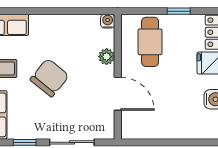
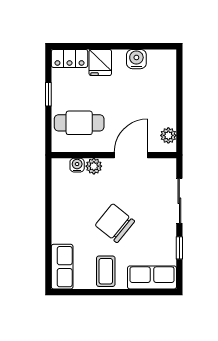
water cooler: (108, 21) -> (77, 165), moved, turned 90
plant: (137, 131) -> (168, 135), added

